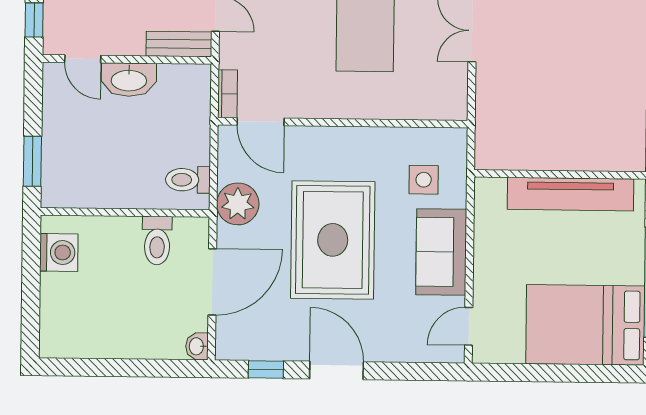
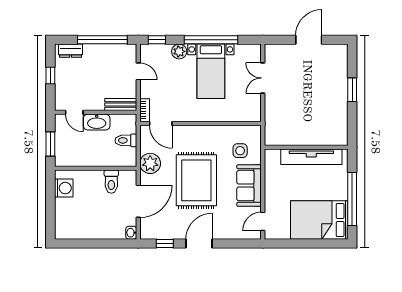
bench: (179, 44) -> (121, 105), moved
door: (83, 59) -> (74, 112), moved
wall: (127, 59) -> (96, 112), moved
washbasin: (129, 80) -> (97, 122), moved
toilet: (188, 180) -> (126, 140), moved
door: (337, 370) -> (199, 244), hinge flipped

